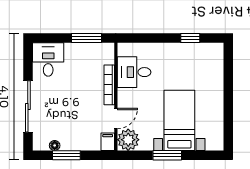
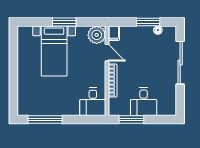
window: (190, 38) -> (45, 119), width x2.17
desk: (48, 60) -> (144, 102), moved
desk: (134, 72) -> (93, 102), moved, turned 90
door: (116, 118) -> (107, 53), swing flipped

